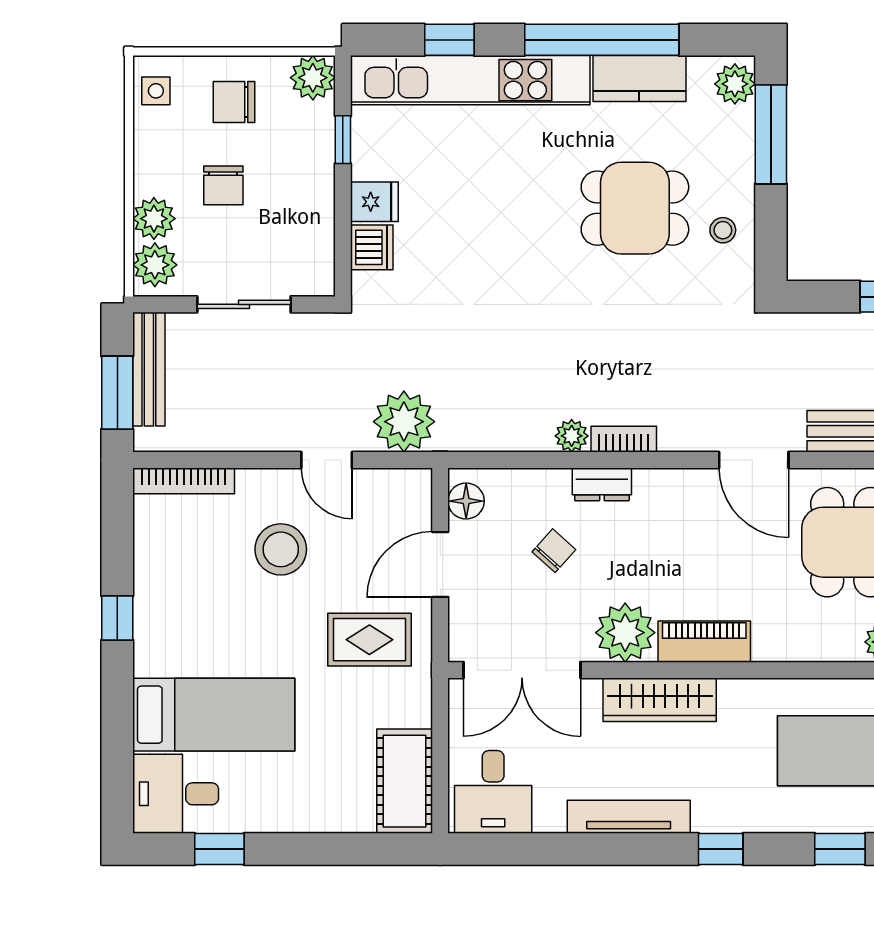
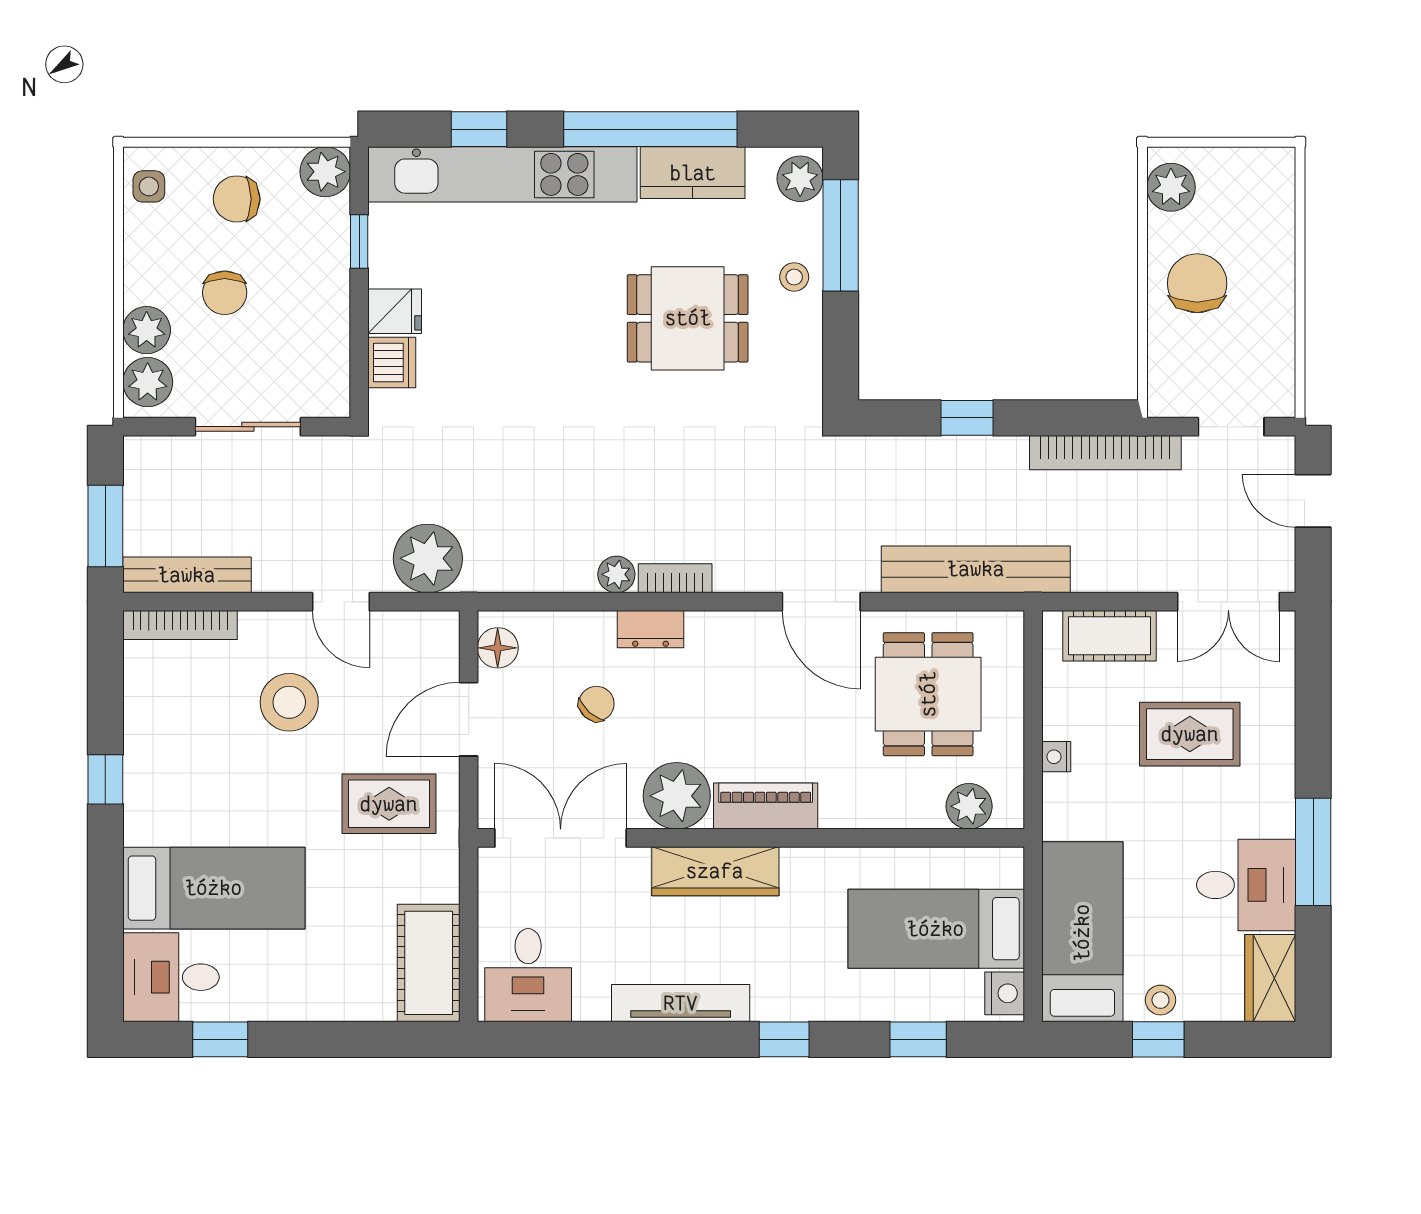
stool: (723, 230) -> (794, 277), moved
bench: (149, 369) -> (187, 575), moved, turned 90
double door: (522, 670) -> (561, 838), swing flipped

